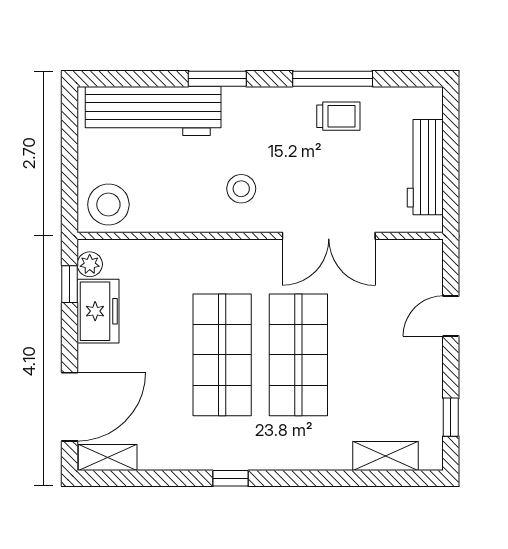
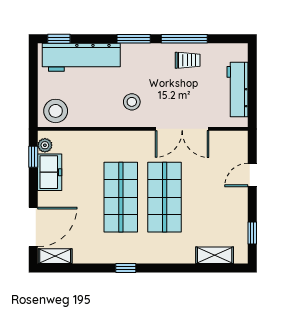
window: (114, 79) -> (59, 39), added
window: (217, 79) -> (134, 39), moved

